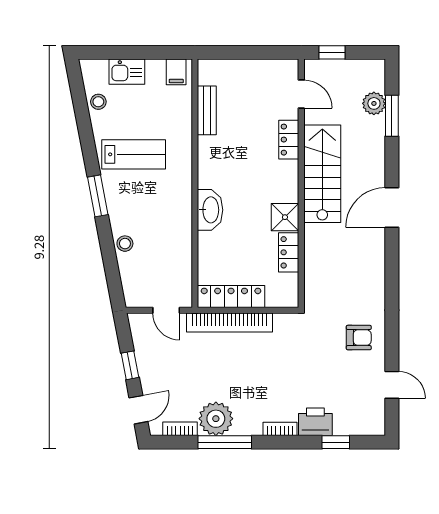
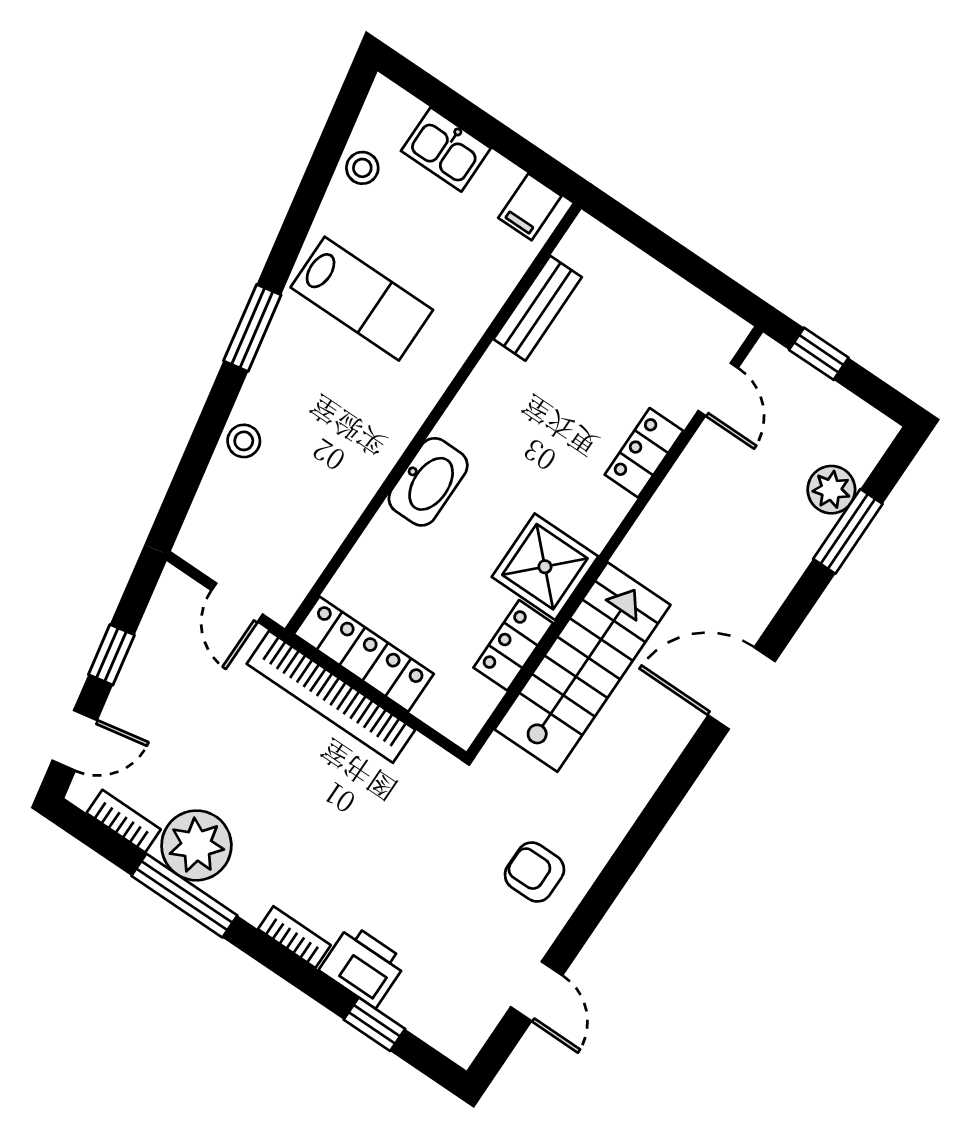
stairs: (322, 174) -> (582, 667), moved
shower: (285, 217) -> (545, 567), width x1.36, depth x1.36
armchair: (359, 338) -> (534, 872), turned 180

